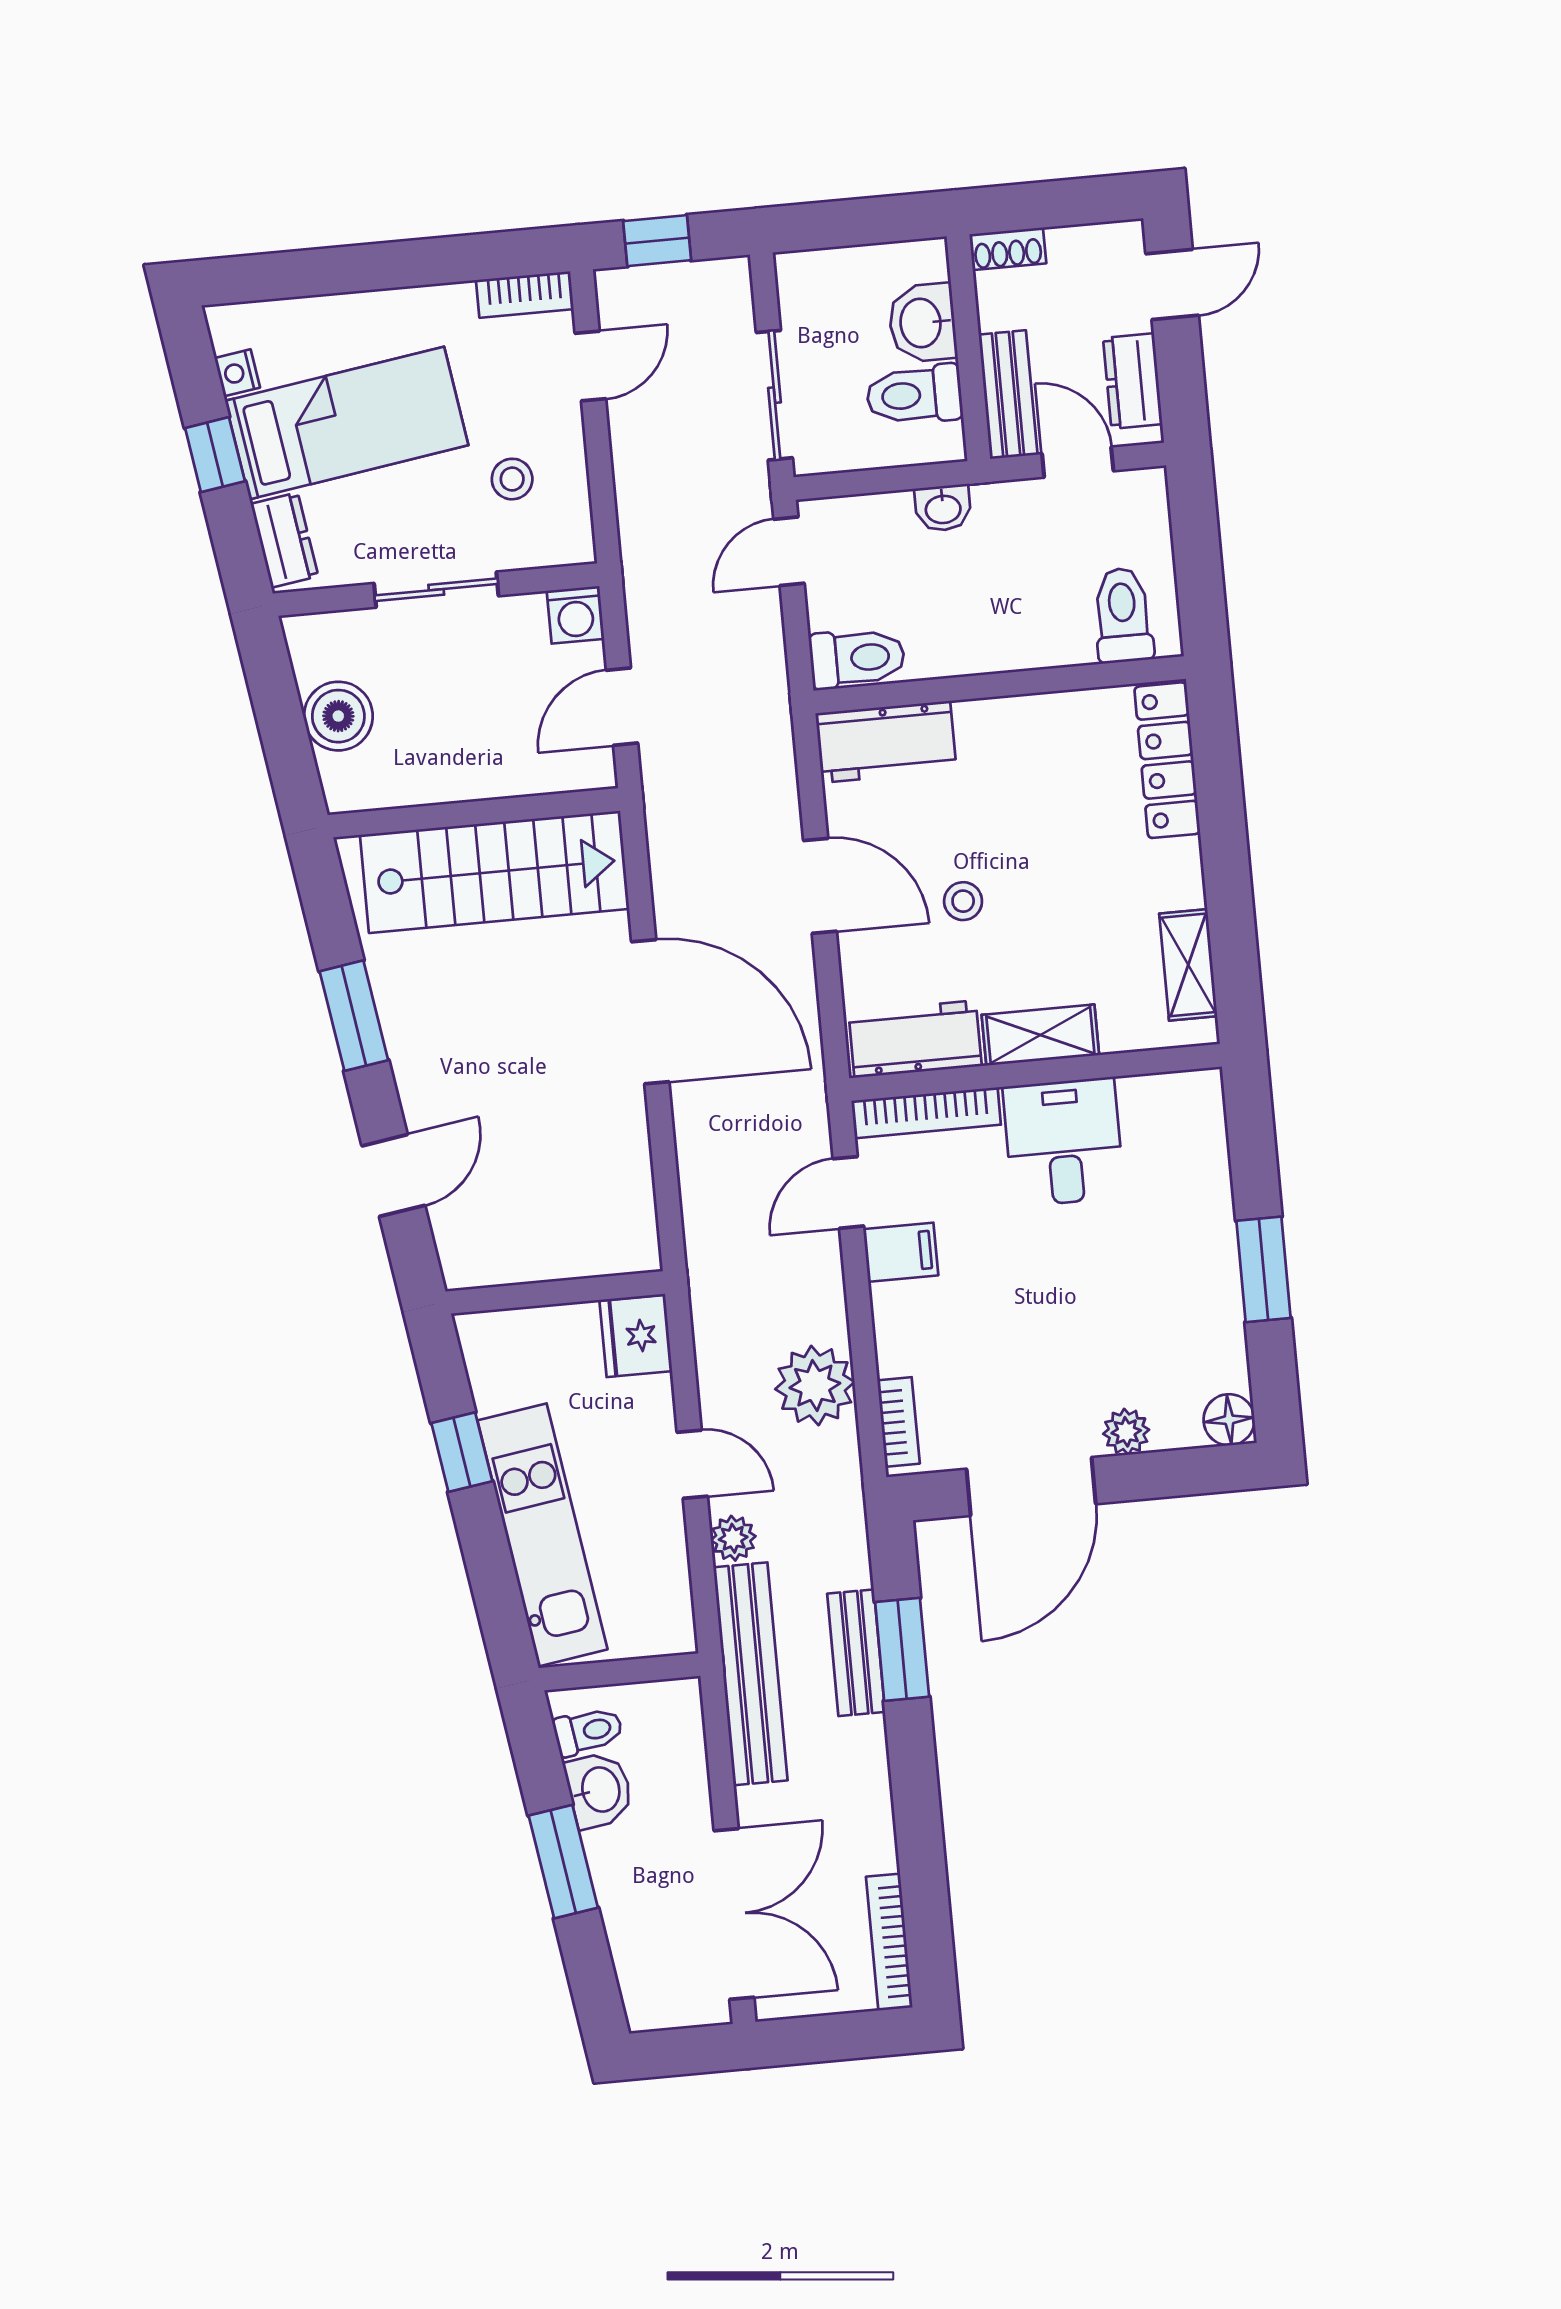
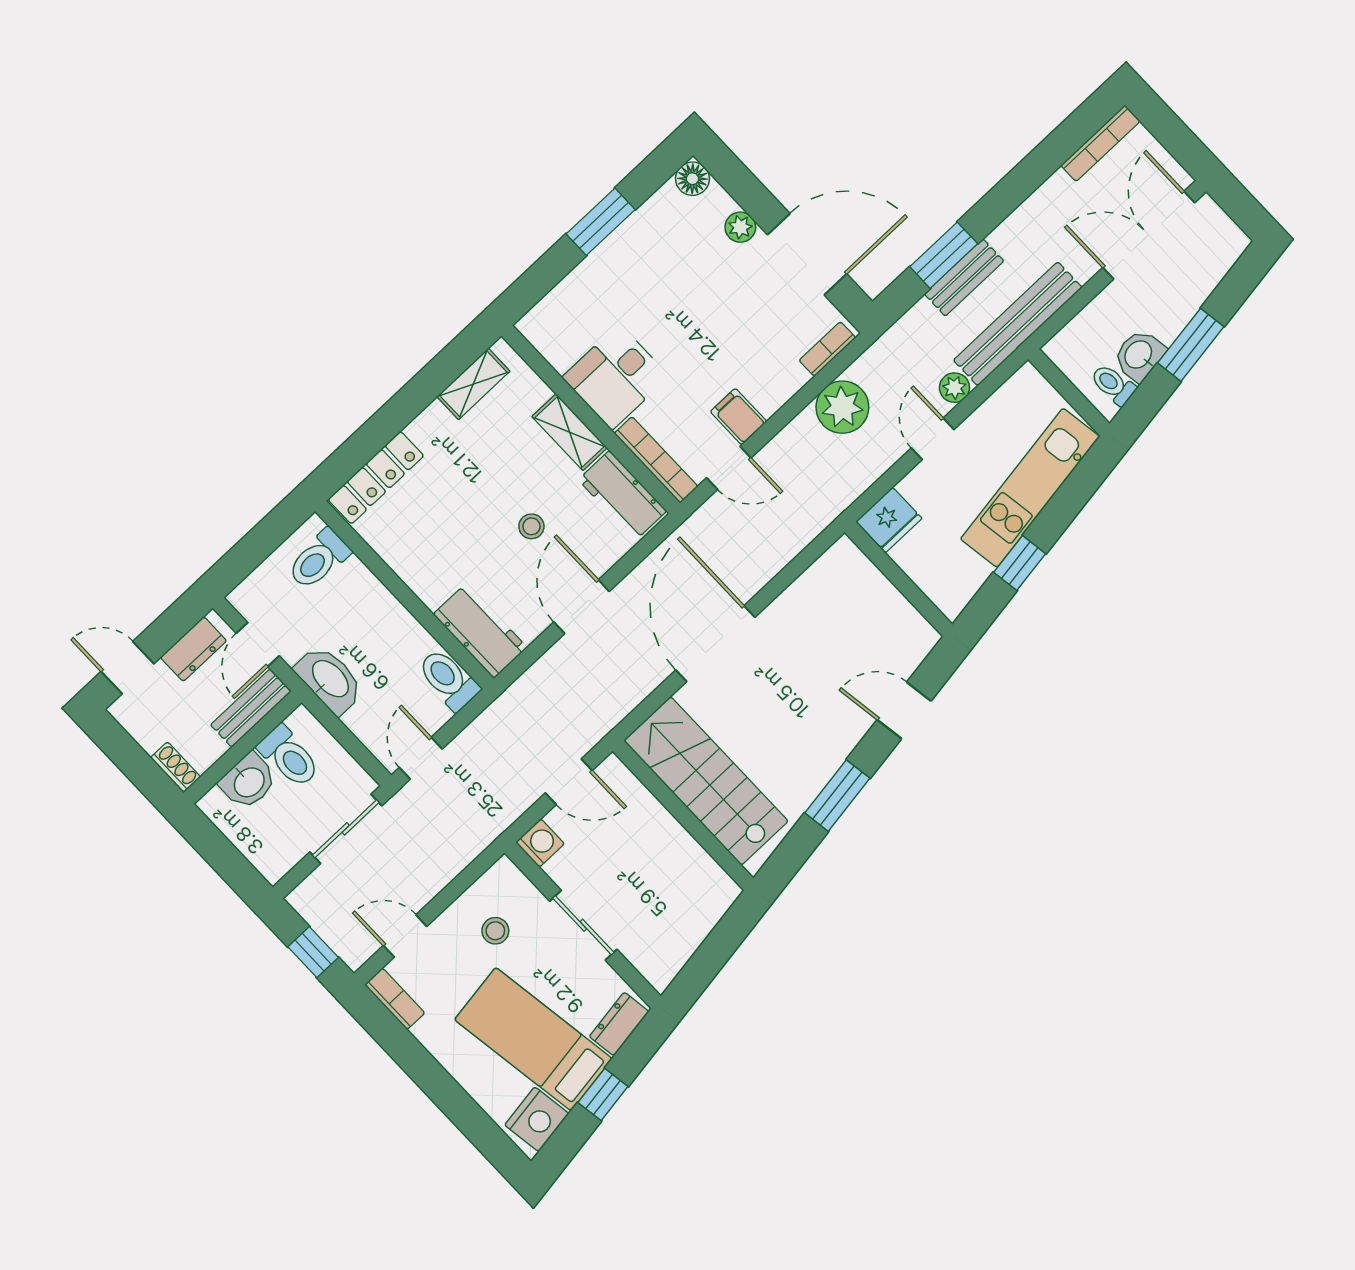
nightstand: (237, 373) -> (537, 1119), width x1.89, depth x1.79
washbasin: (943, 508) -> (330, 680), width x1.91, depth x1.45
door: (789, 551) -> (421, 758), swing flipped
boiler: (338, 716) -> (688, 925), removed

